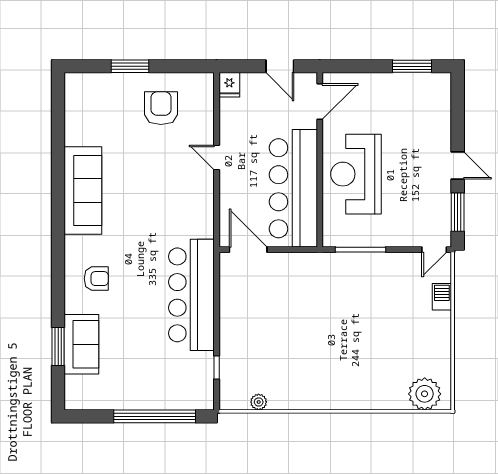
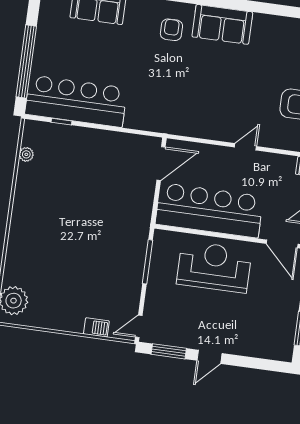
sofa: (83, 191) -> (222, 24), width x0.73
door: (434, 250) -> (139, 326), hinge flipped
armchair: (96, 279) -> (171, 30), moved, turned 180
bar counter: (191, 295) -> (76, 101), moved

